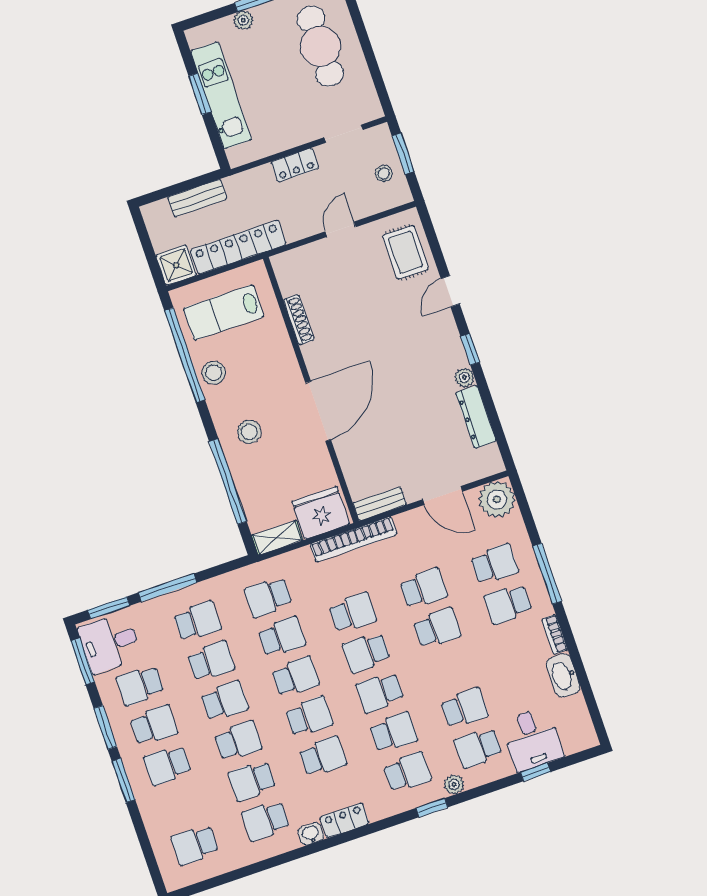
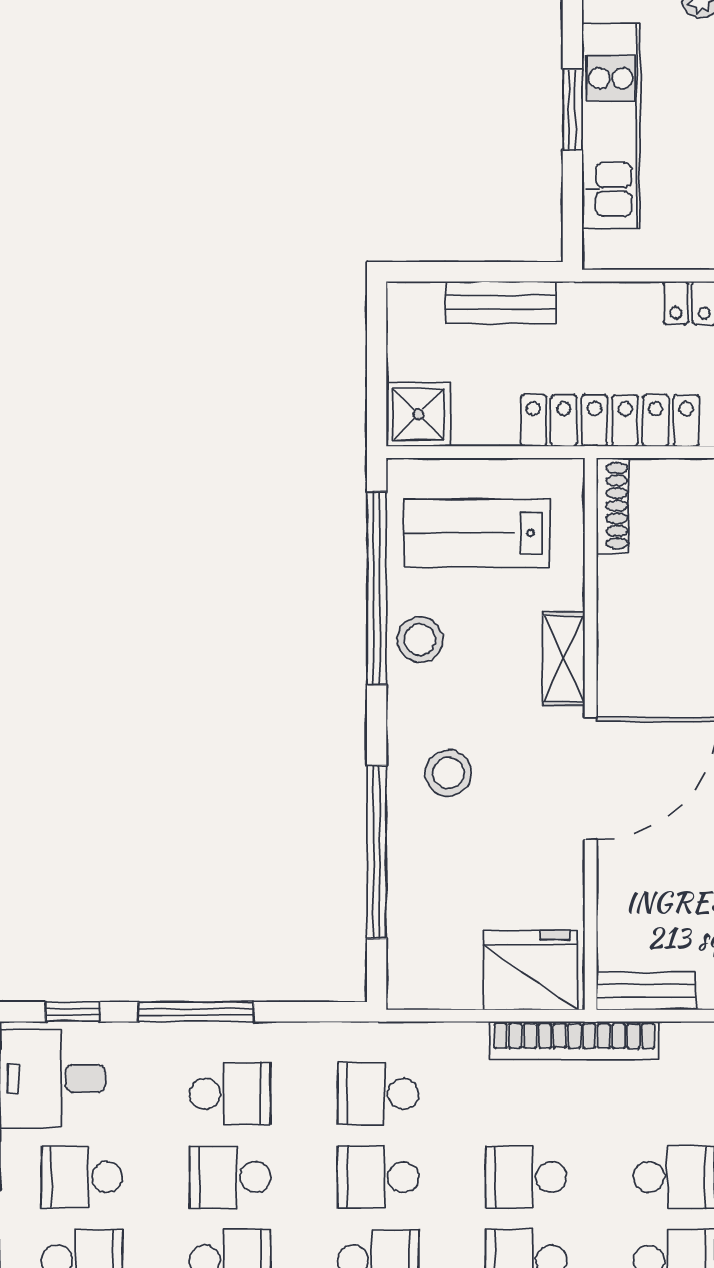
locker: (238, 247) -> (610, 421), moved
shoe rack: (299, 320) -> (613, 506), moved
shelving: (277, 538) -> (564, 659), moved, turned 90
window: (109, 608) -> (73, 1012), width x0.67
school desk: (353, 613) -> (526, 1177), turned 180
school desk: (282, 637) -> (378, 1177), turned 180
school desk: (211, 661) -> (230, 1177), turned 180

